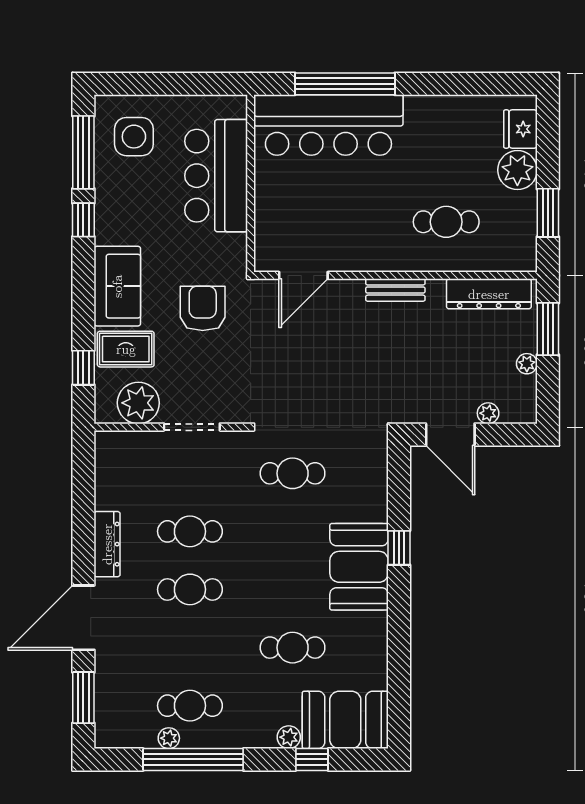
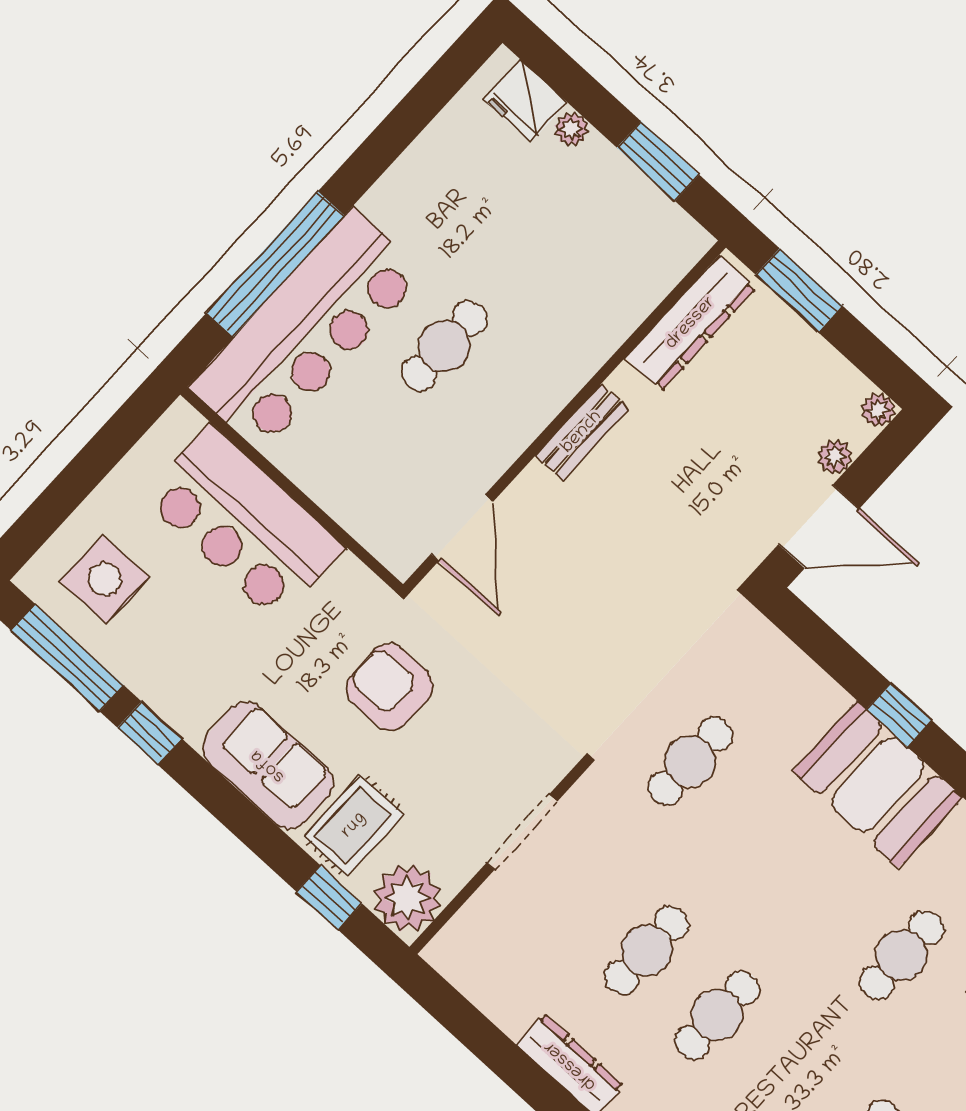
plant: (517, 170) -> (571, 129), width x0.53, depth x0.53
cafe table: (446, 222) -> (444, 346), moved
plant: (527, 364) -> (878, 410), moved
plant: (138, 403) -> (407, 898), moved

